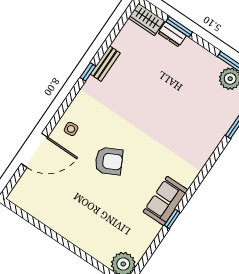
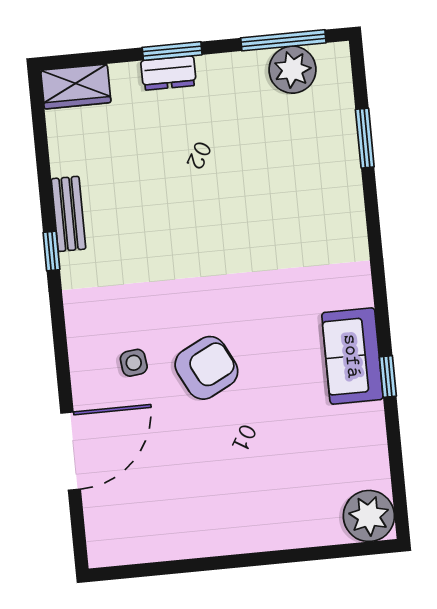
window: (179, 27) -> (172, 51), moved
dresser: (172, 34) -> (168, 73), moved
side table: (71, 129) -> (134, 363), moved

